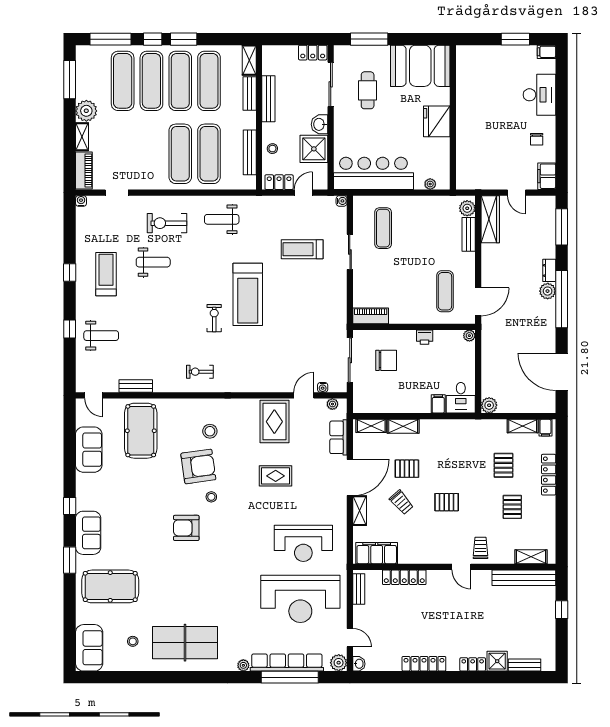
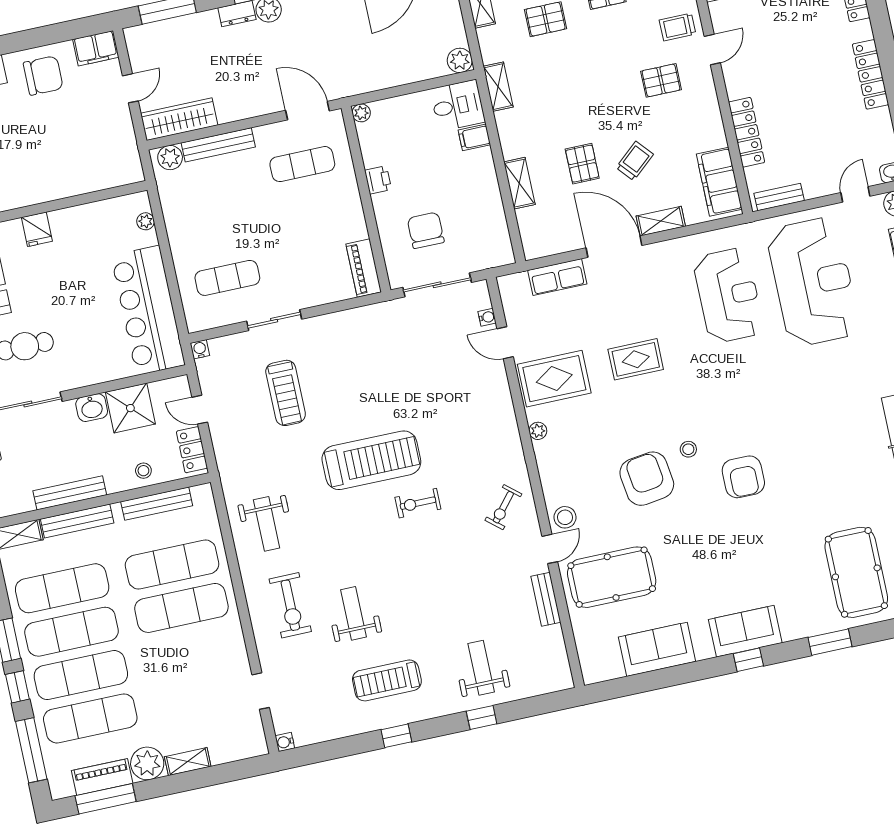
bench: (250, 93) -> (77, 521), width x1.36
fridge: (437, 121) -> (37, 229), width x0.53, depth x0.75
chair: (537, 139) -> (43, 75), width x1.87, depth x1.87
piano: (84, 171) -> (102, 777), moved
bench: (469, 234) -> (218, 145), width x1.36
exercise bike: (200, 372) -> (503, 507), turned 40
door: (94, 395) -> (550, 549), moved
plant: (332, 404) -> (538, 431), moved
shelving: (371, 426) -> (498, 87), moved
stool: (210, 431) -> (565, 517), moved
rug: (276, 476) -> (636, 359), turned 90
pallet: (447, 502) -> (661, 80), moved, turned 90
sofa: (88, 533) -> (745, 631), moved

